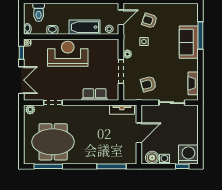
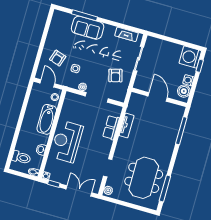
tv unit: (122, 110) -> (127, 126), moved

